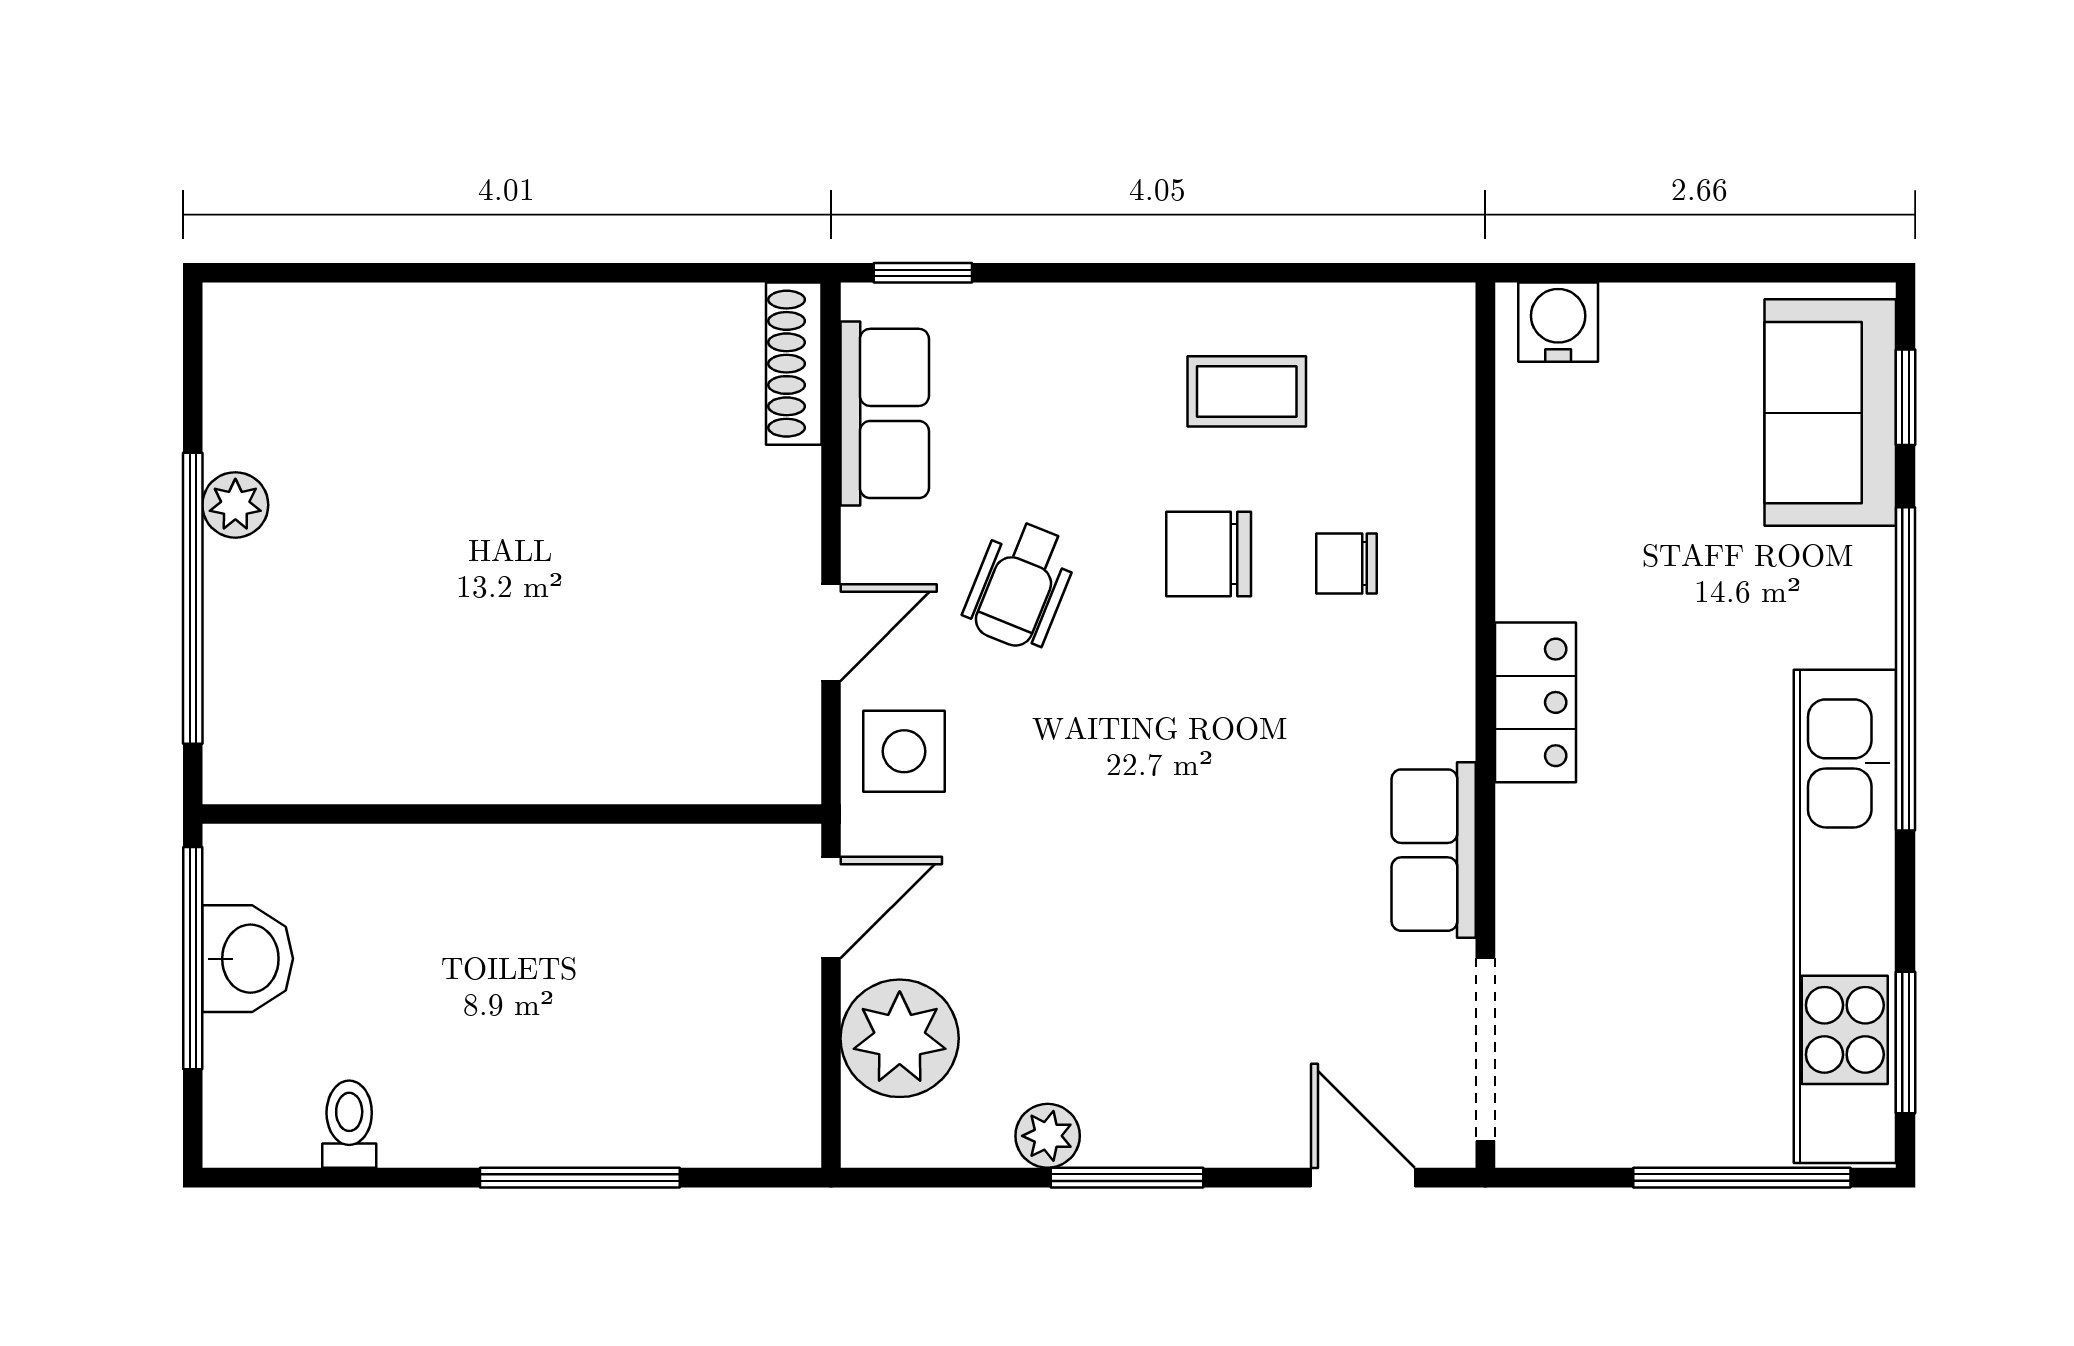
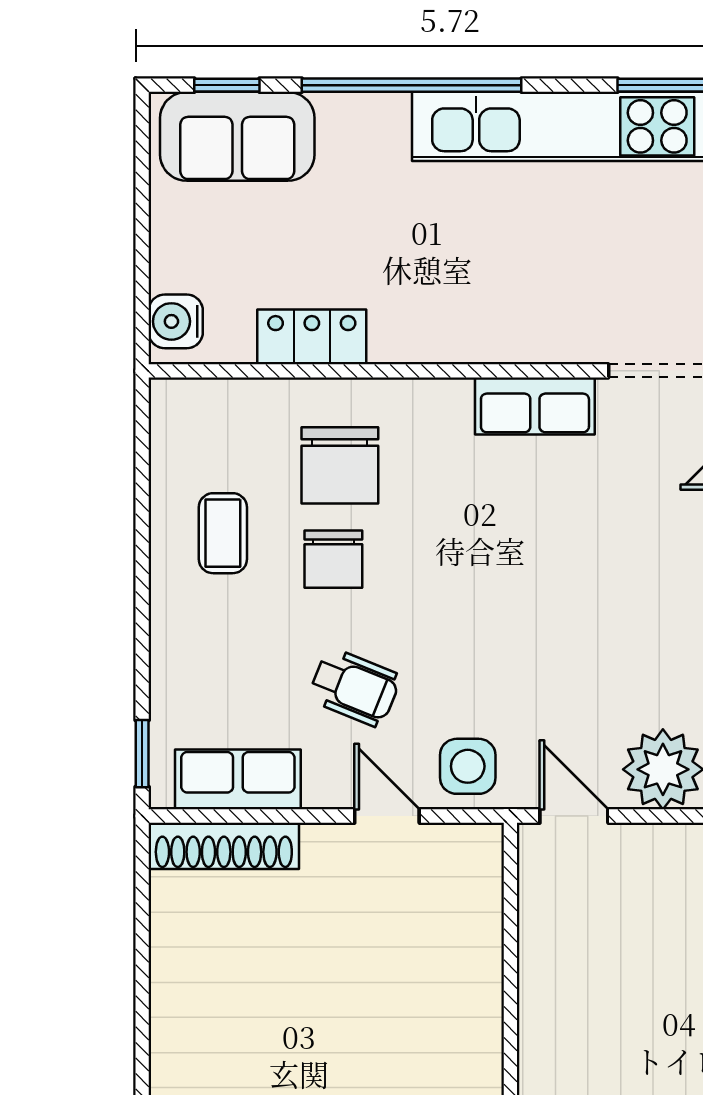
shoe rack: (794, 364) -> (224, 846), width x1.36, depth x1.24
chair: (1346, 564) -> (340, 465), width x1.87, depth x1.87
locker: (1535, 702) -> (312, 337), moved

